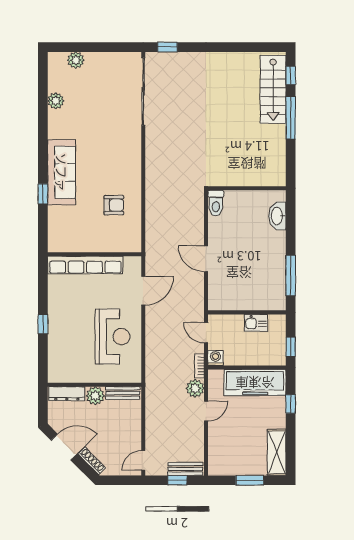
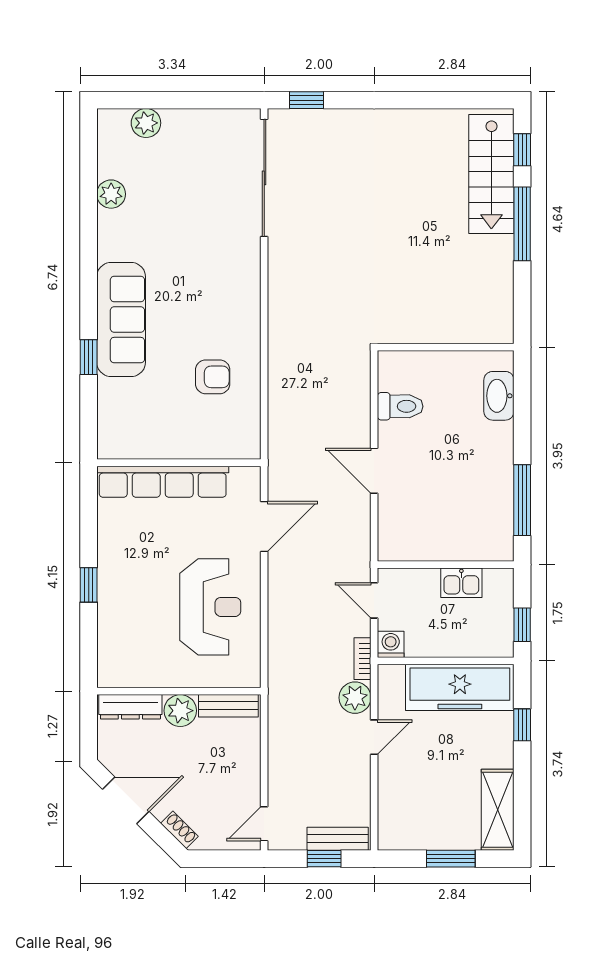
toilet: (216, 203) -> (400, 406), moved, turned -90
shoe rack: (92, 461) -> (179, 830), width x0.70

